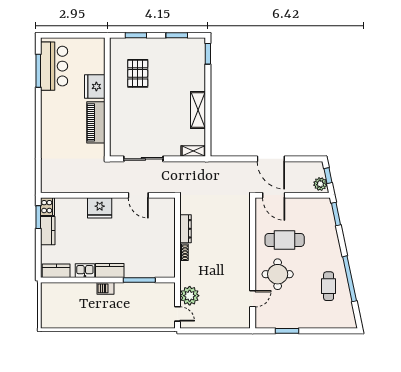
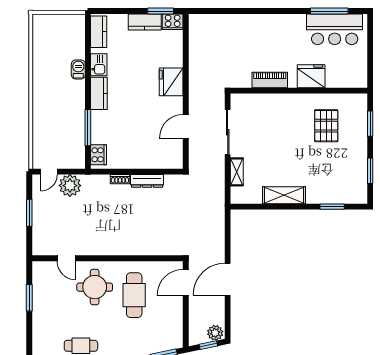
window: (208, 54) -> (332, 207), moved
pallet: (138, 73) -> (326, 126), turned 90
piano: (96, 122) -> (270, 80), width x0.73, depth x0.75
shelving: (193, 151) -> (237, 172), moved
plant: (320, 184) -> (215, 333), moved
cooker: (163, 271) -> (99, 155), added
barbecue: (106, 288) -> (78, 70), moved
window: (213, 331) -> (29, 213), added

